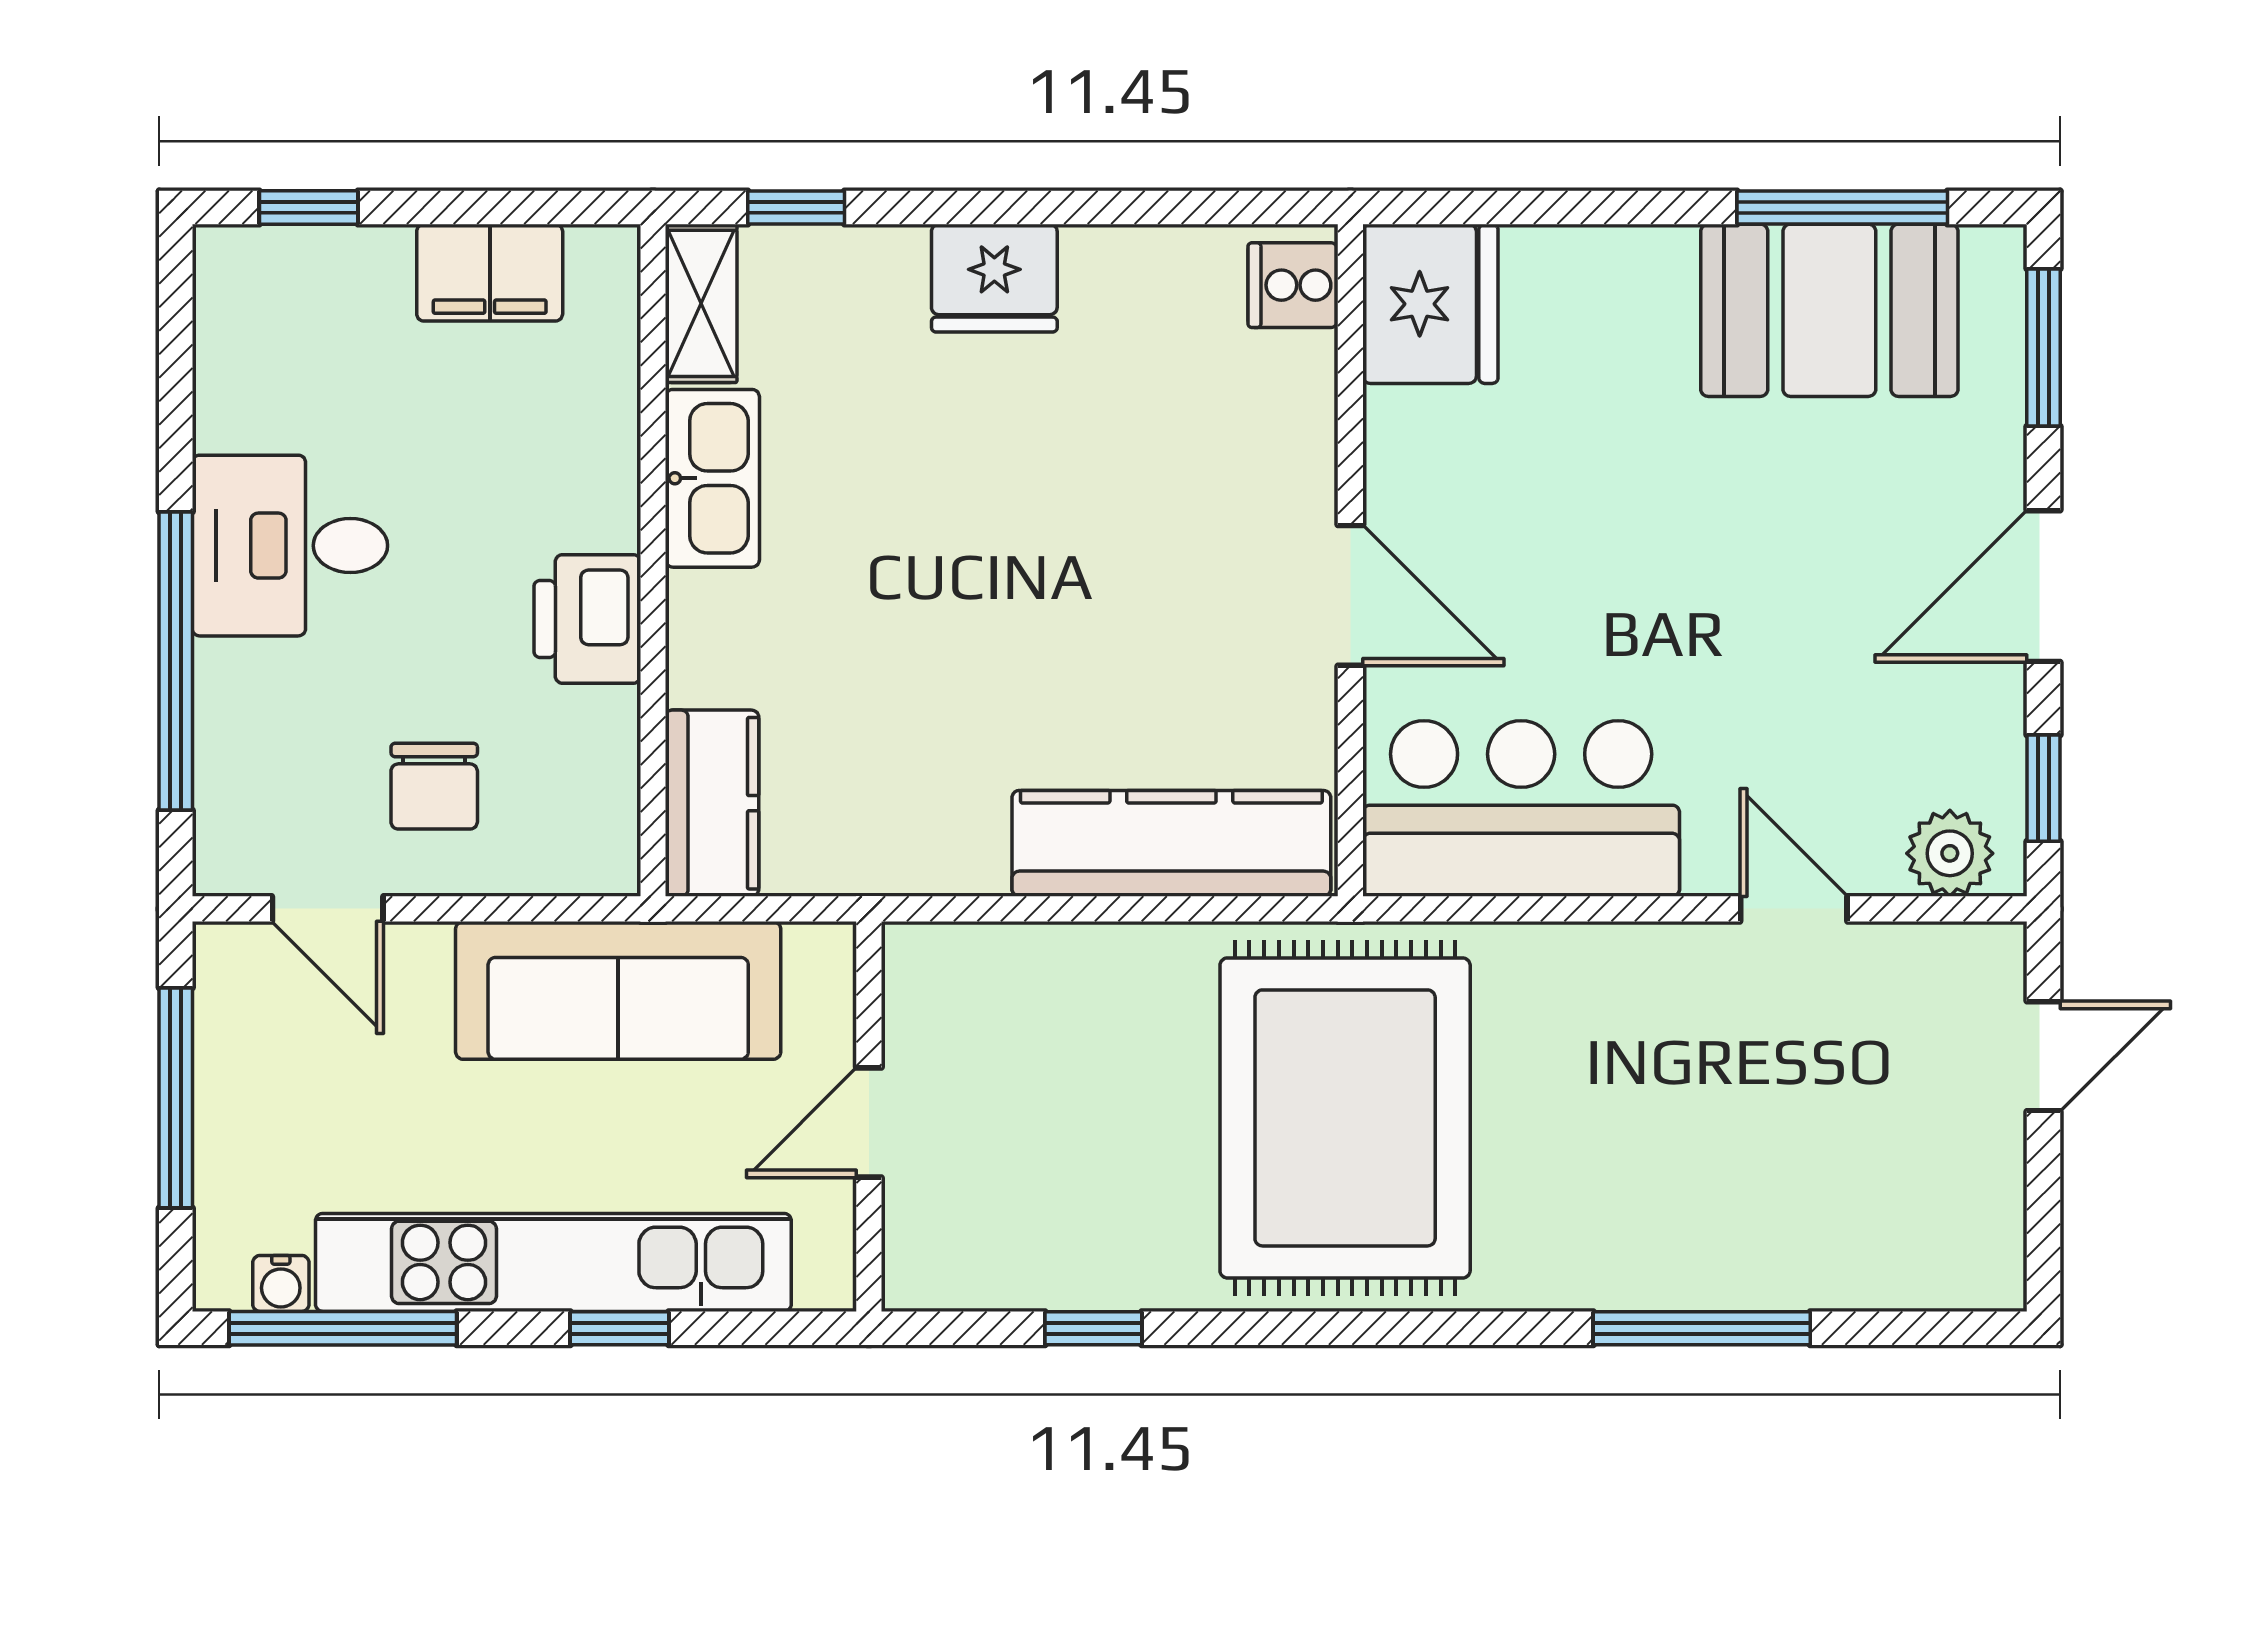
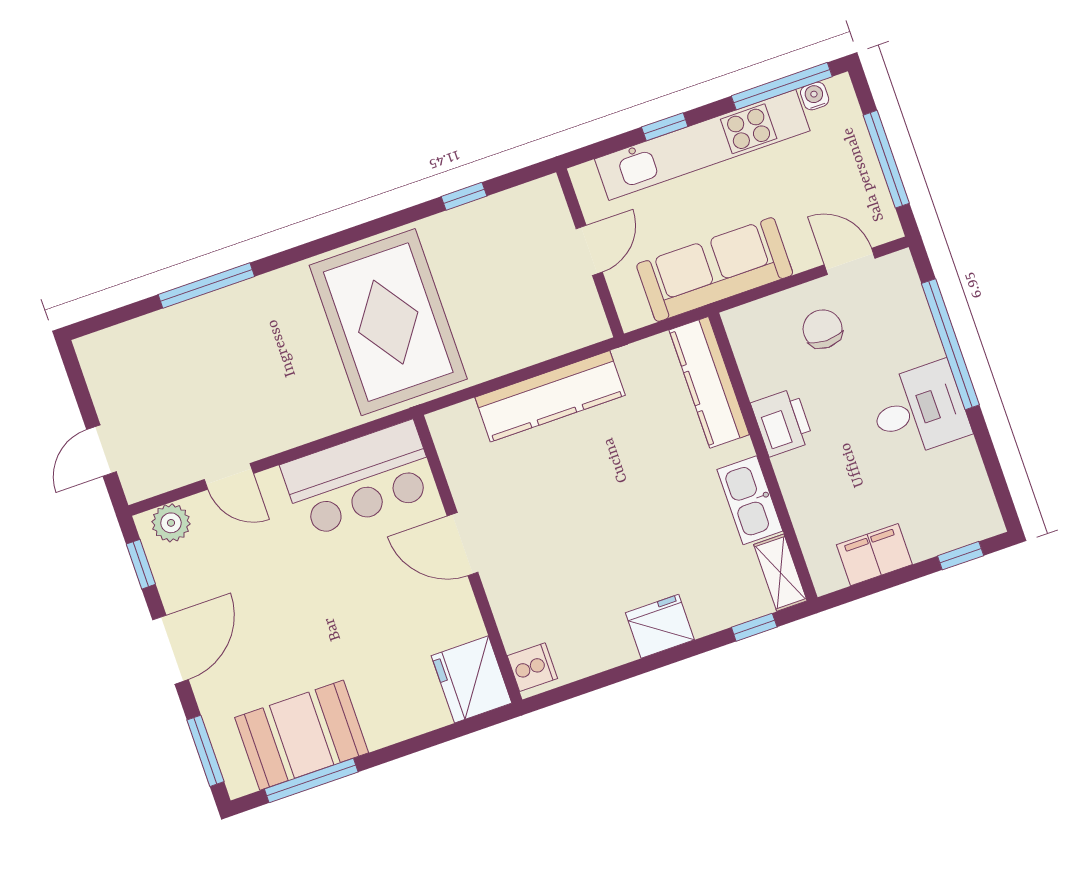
kitchen counter: (712, 803) -> (709, 382), width x1.50
kitchen counter: (1171, 843) -> (550, 396), moved

